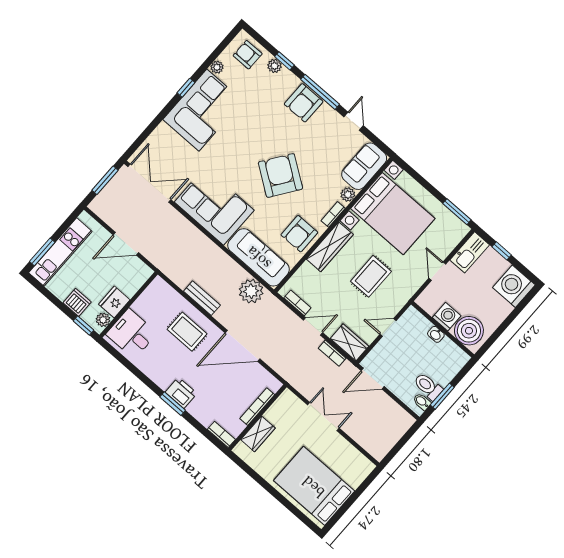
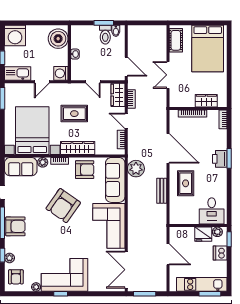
washing machine: (447, 317) -> (61, 73), moved
cot: (354, 459) -> (176, 40), added

